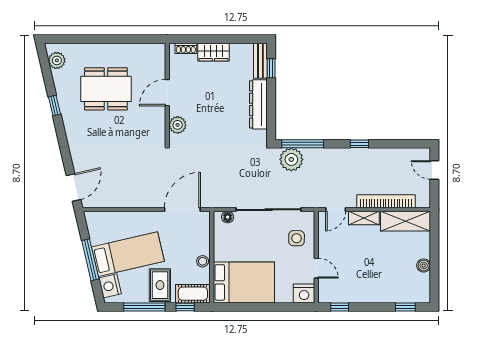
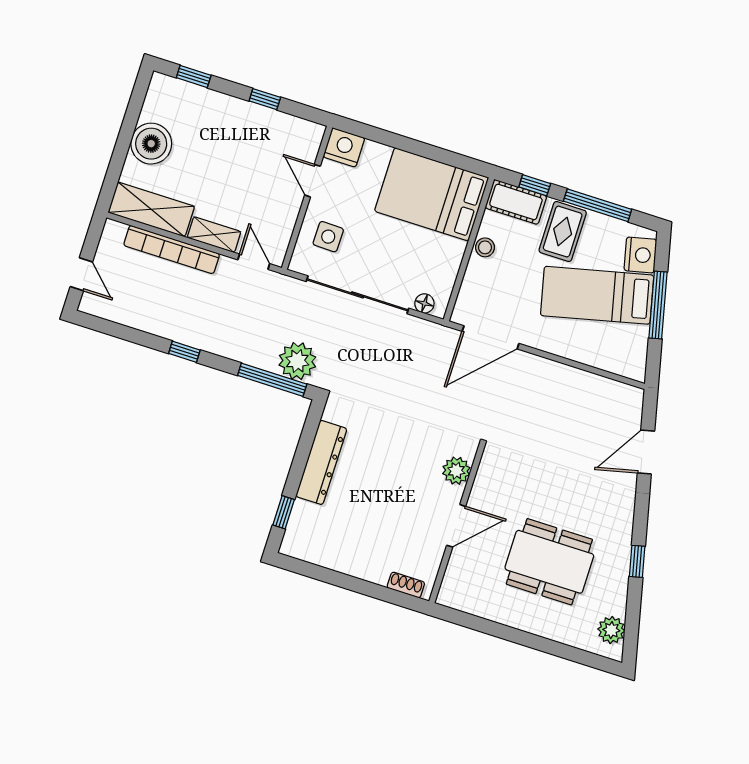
wardrobe: (213, 52) -> (365, 565), removed
bench: (260, 61) -> (297, 529), removed
door: (74, 187) -> (646, 452), moved
door: (336, 210) -> (254, 262), hinge flipped
boiler: (424, 265) -> (151, 144), width x1.86, depth x1.86
window: (340, 307) -> (265, 99), moved

